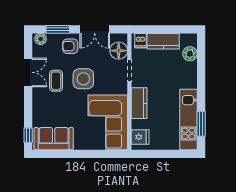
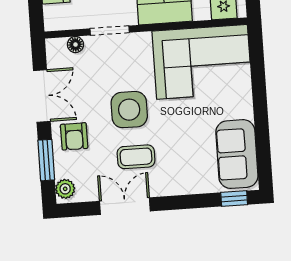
dishwasher: (140, 41) -> (56, 15), removed
floor lamp: (119, 51) -> (75, 45), width x0.53, depth x0.53

